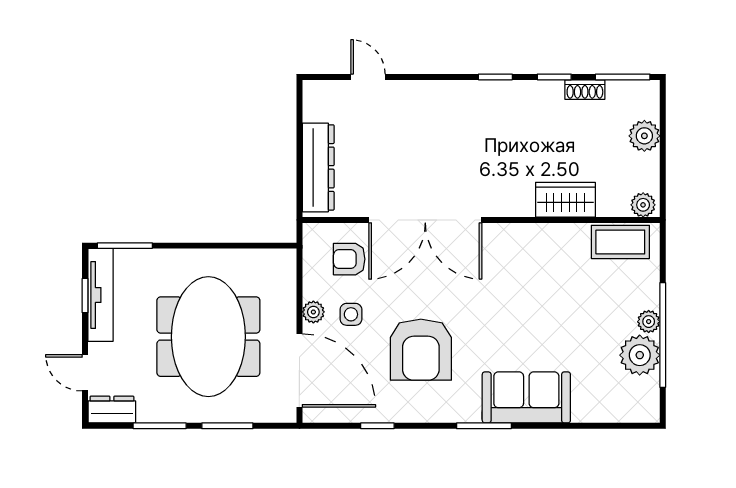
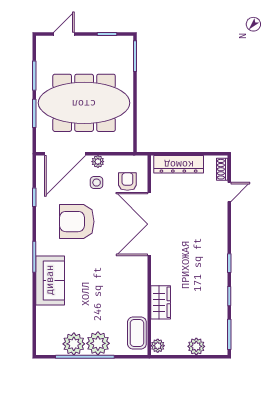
shoe rack: (585, 90) -> (222, 169), moved
tv unit: (100, 295) -> (107, 43), removed
plant: (649, 322) -> (98, 343), width x1.87, depth x1.87
meeting table: (208, 337) -> (84, 103), width x1.36
dresser: (112, 410) -> (43, 49), removed

